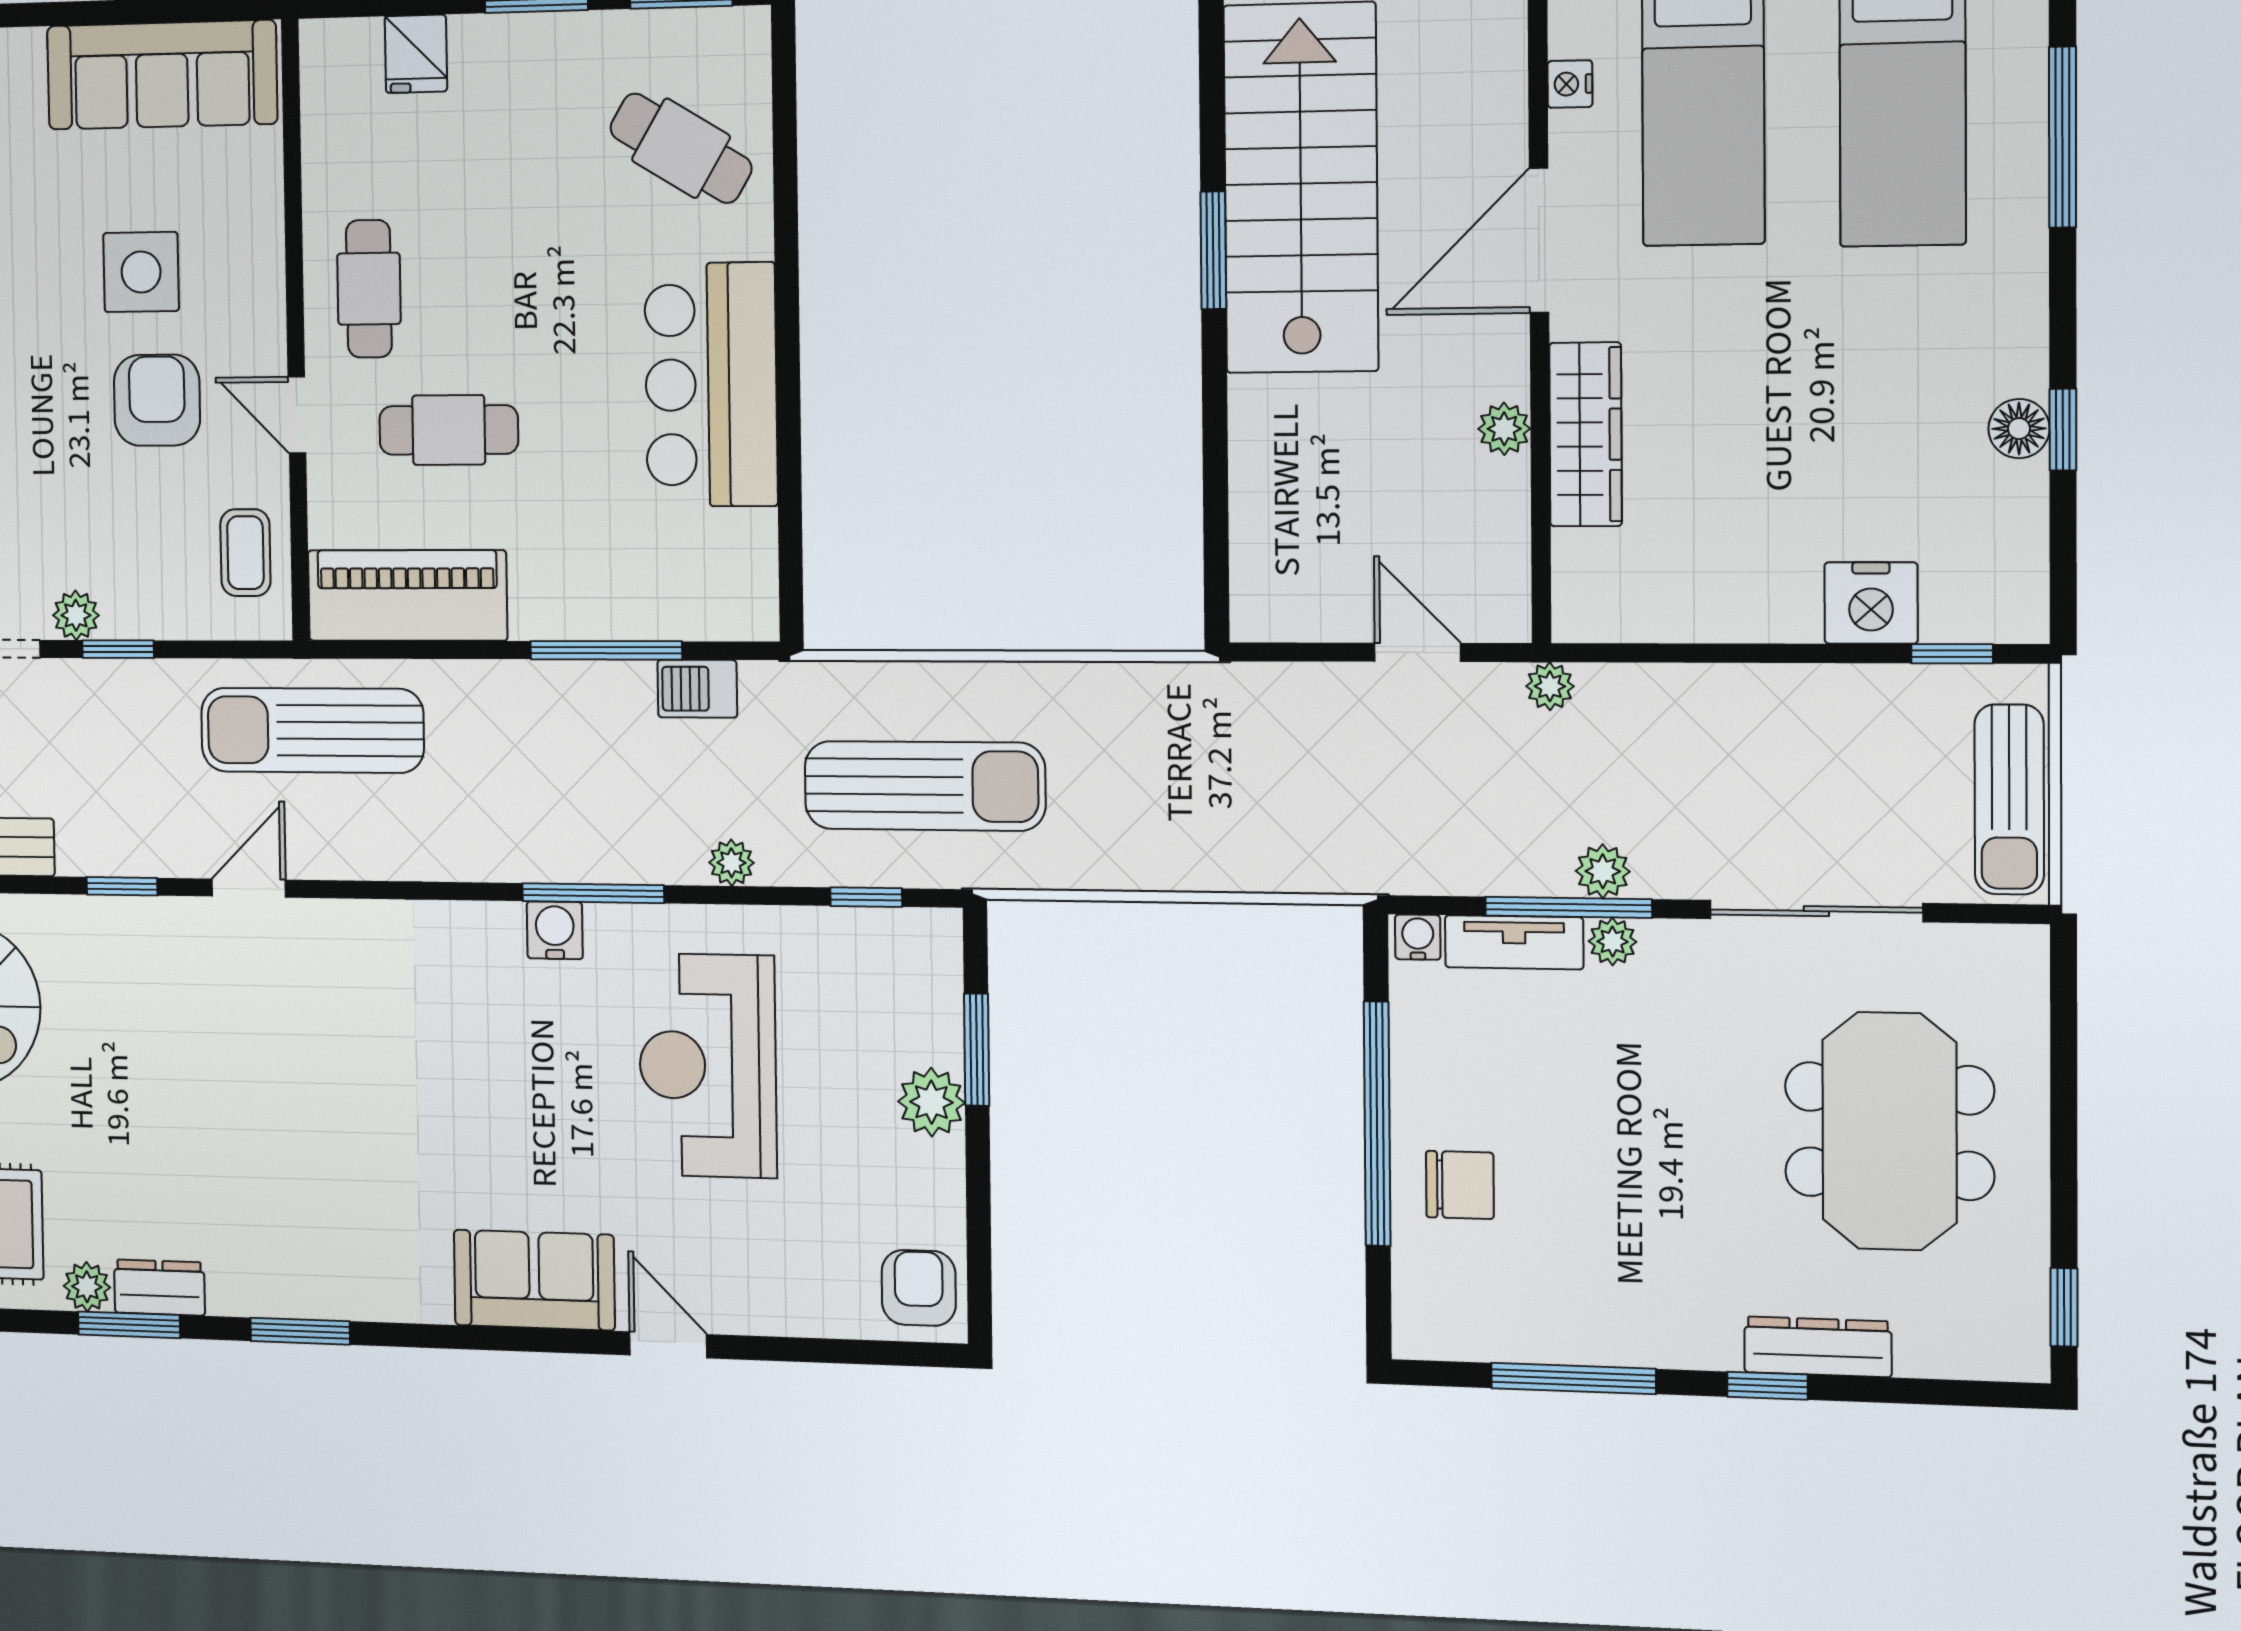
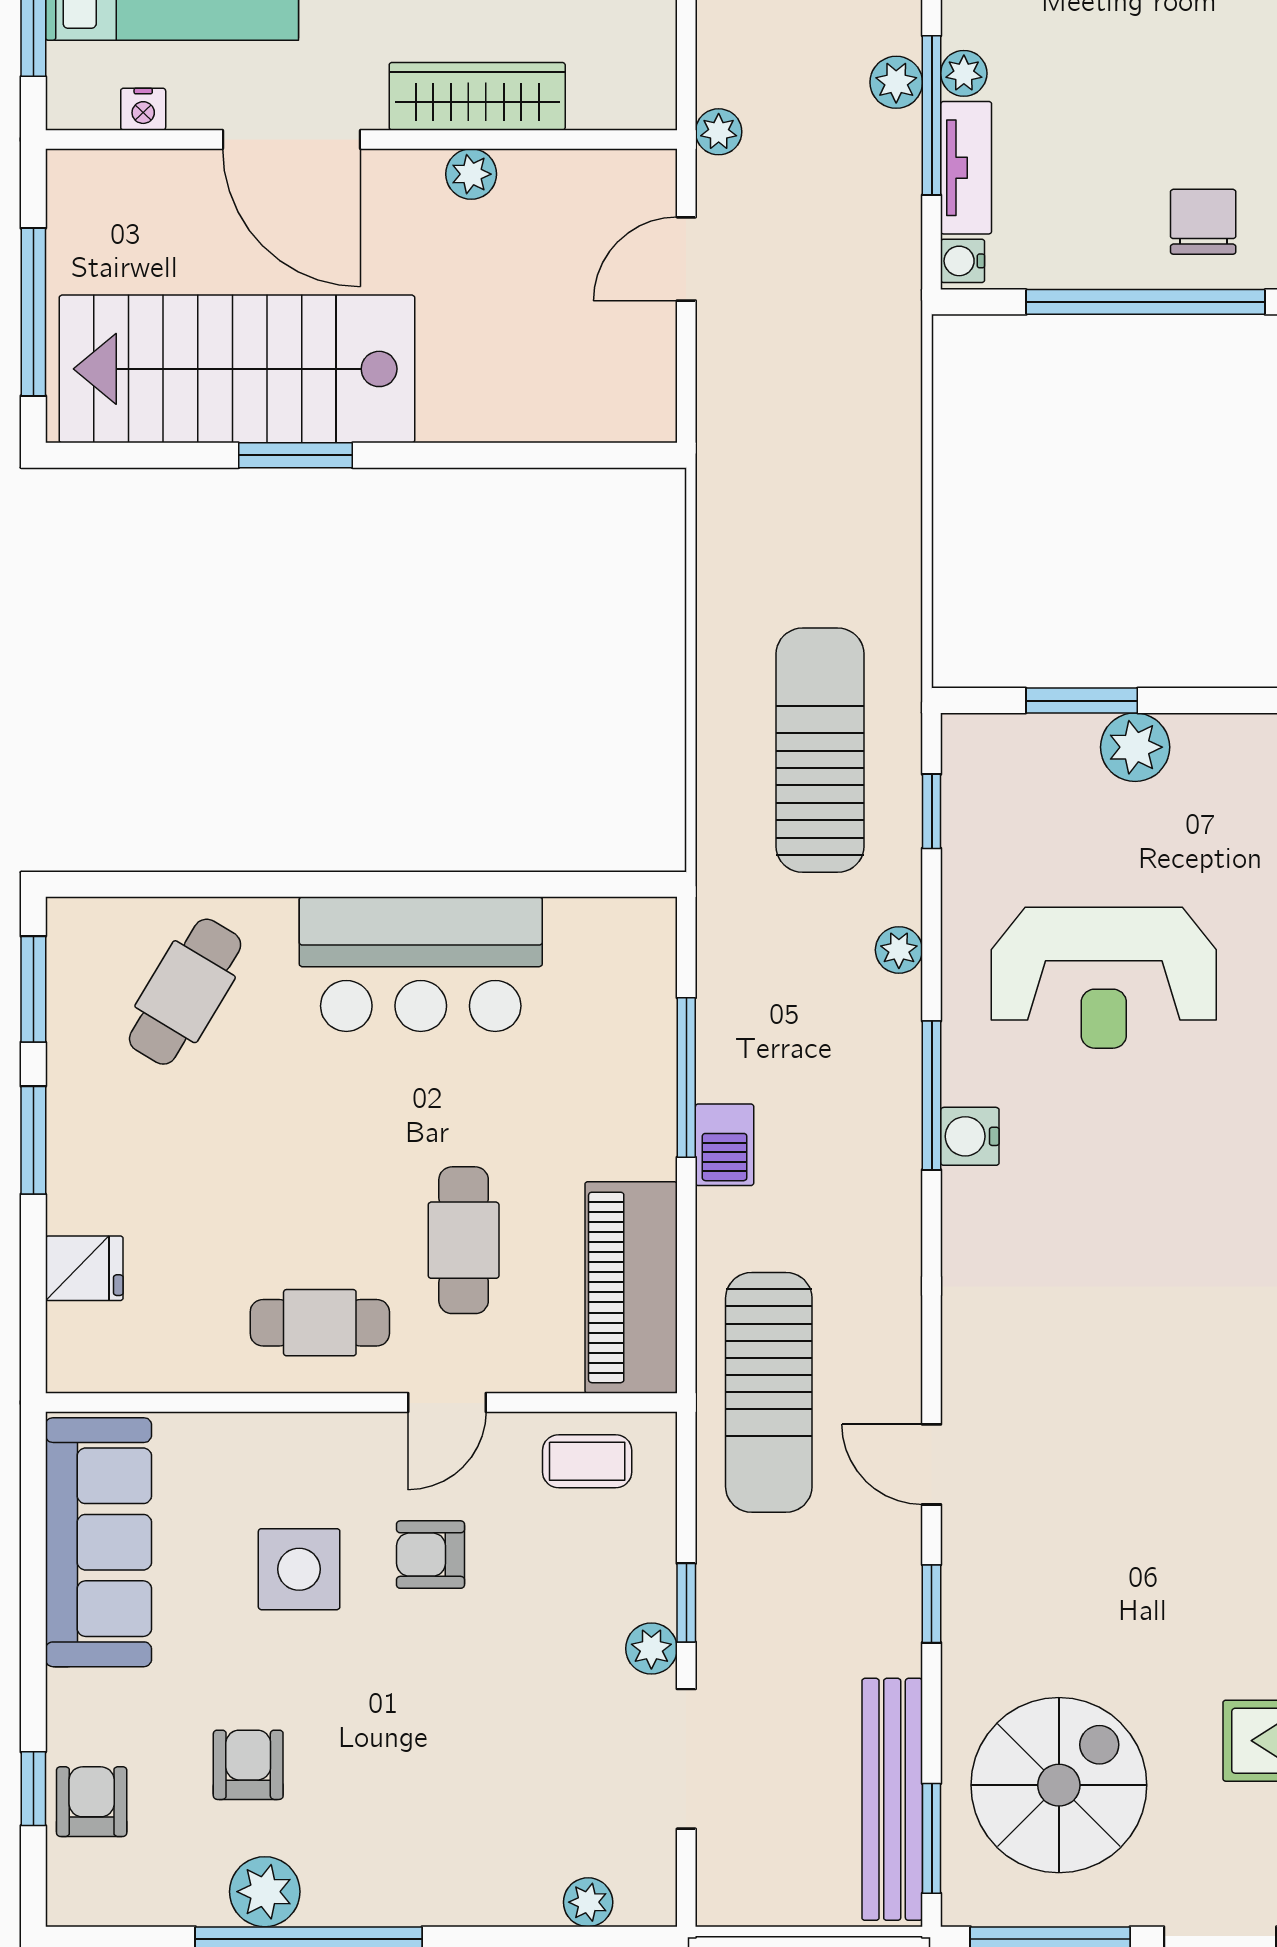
armchair: (157, 400) -> (430, 1555), width x0.72, depth x0.72
barbecue: (697, 689) -> (725, 1145), moved

